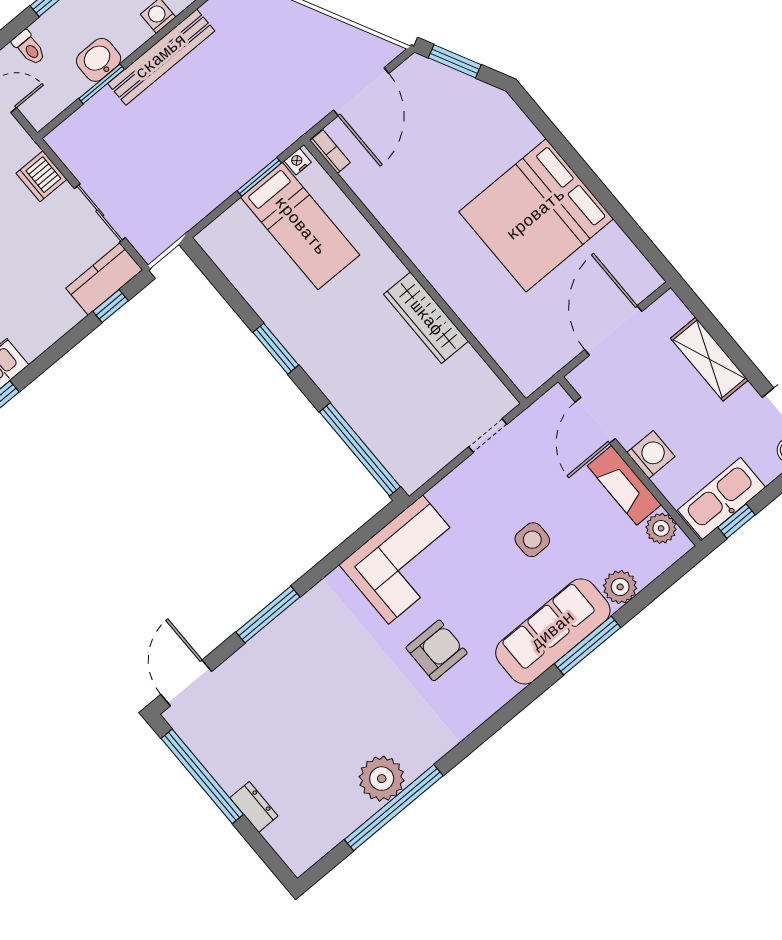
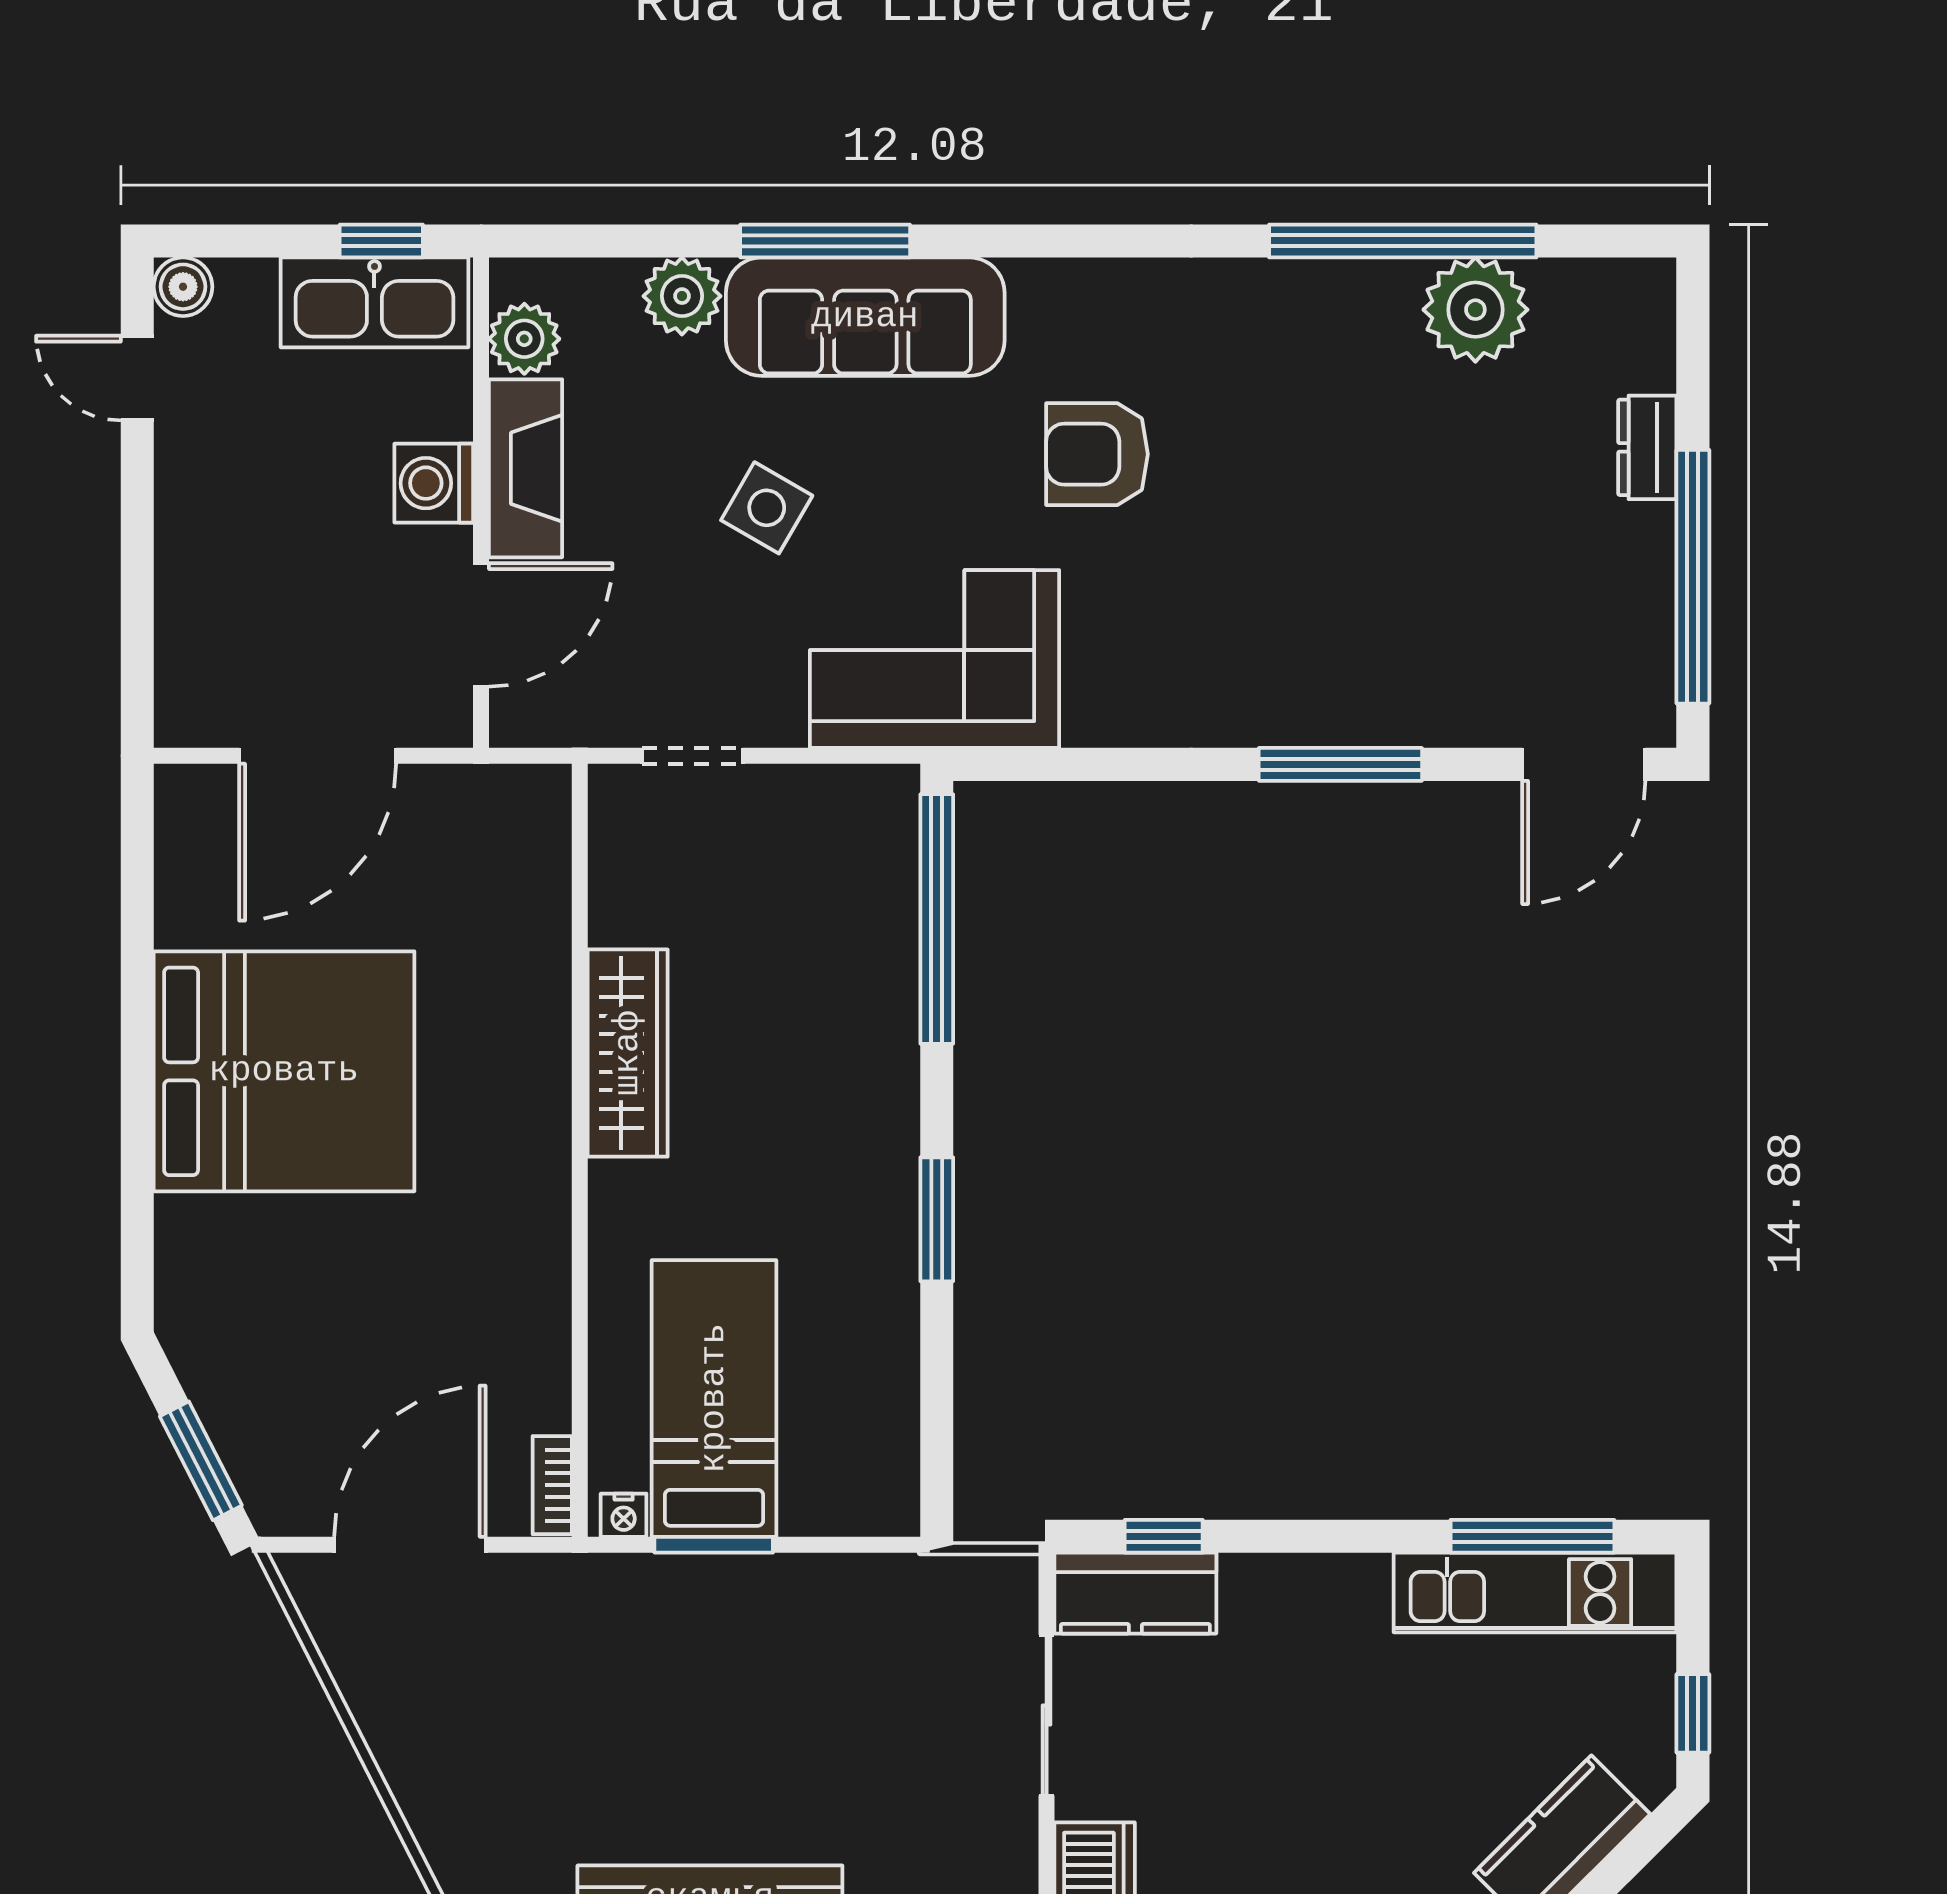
shelving: (709, 359) -> (191, 565), removed
side table: (532, 540) -> (767, 508), turned 30
corner sofa: (406, 560) -> (935, 659), moved
plant: (382, 779) -> (1475, 310), moved

